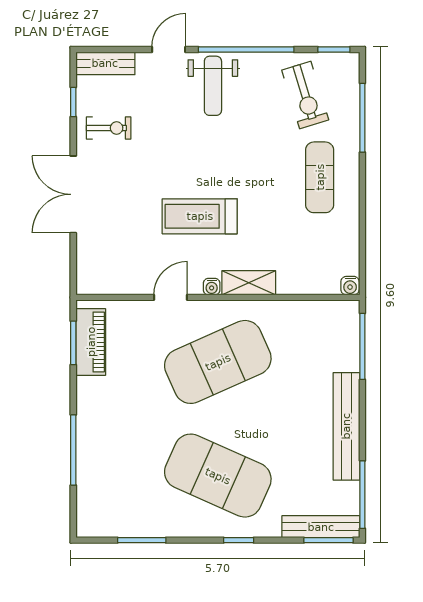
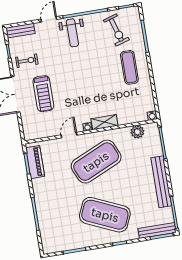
treadmill: (200, 216) -> (43, 94), moved, turned -90
plant: (314, 314) -> (137, 132), added

